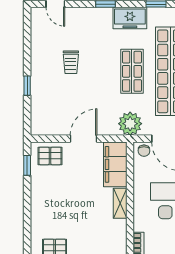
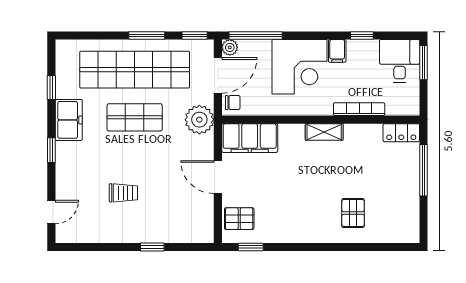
pallet: (50, 156) -> (239, 219), turned 90
shelving: (120, 203) -> (324, 132), moved

